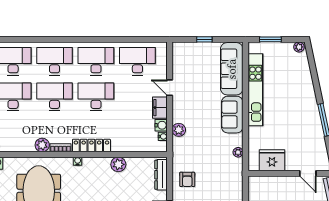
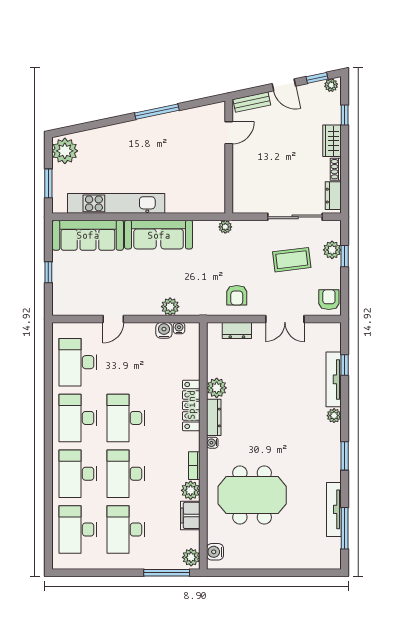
plant: (299, 47) -> (65, 151), width x1.88, depth x1.88
filing cabinet: (160, 108) -> (190, 515), moved, turned 90
sofa: (232, 115) -> (159, 235), width x1.36
locker: (91, 145) -> (191, 405), moved
plant: (238, 152) -> (225, 227), moved
fridge: (272, 160) -> (211, 181), removed
dresser: (96, 162) -> (214, 417), added
dresser: (161, 175) -> (237, 331), width x0.70
armchair: (187, 179) -> (237, 295), turned 90

